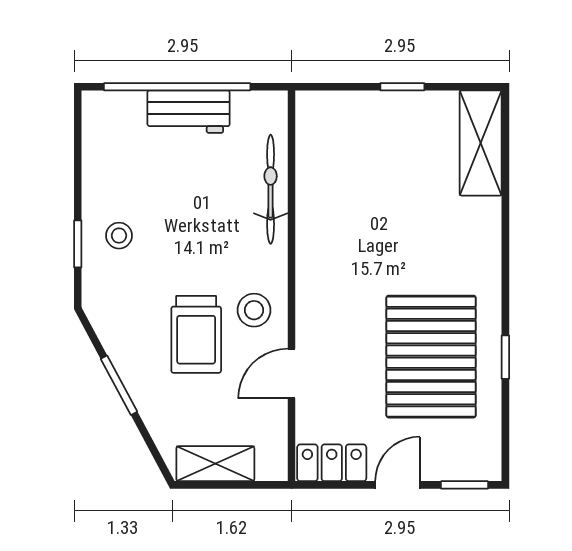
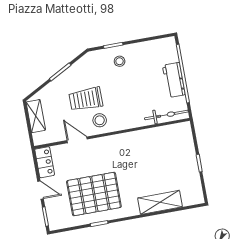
shelving: (481, 143) -> (160, 202), moved
bicycle: (271, 189) -> (166, 115), moved

